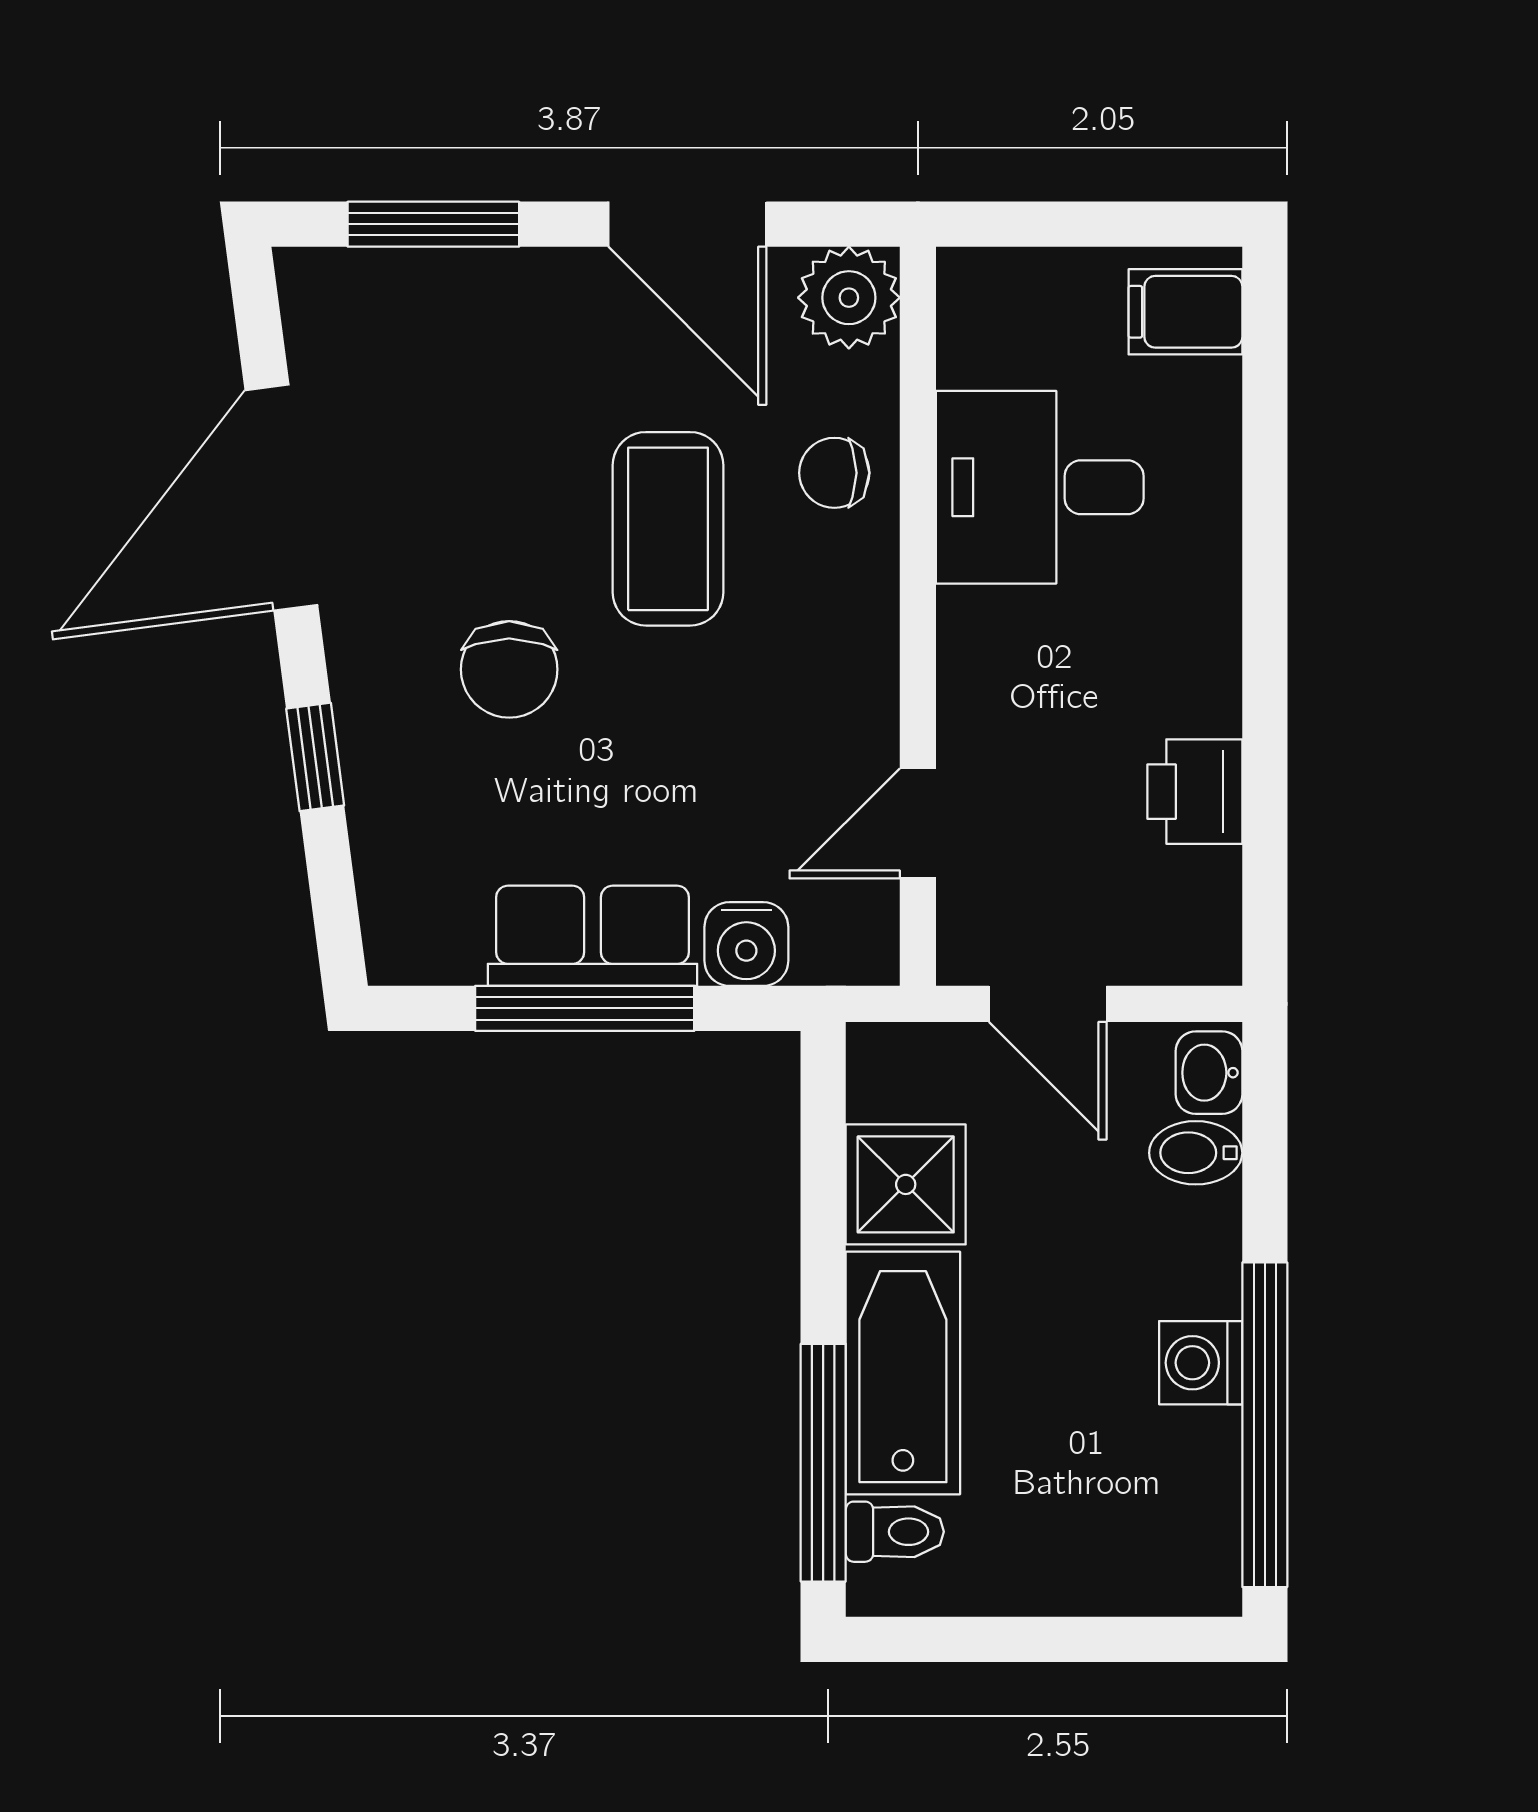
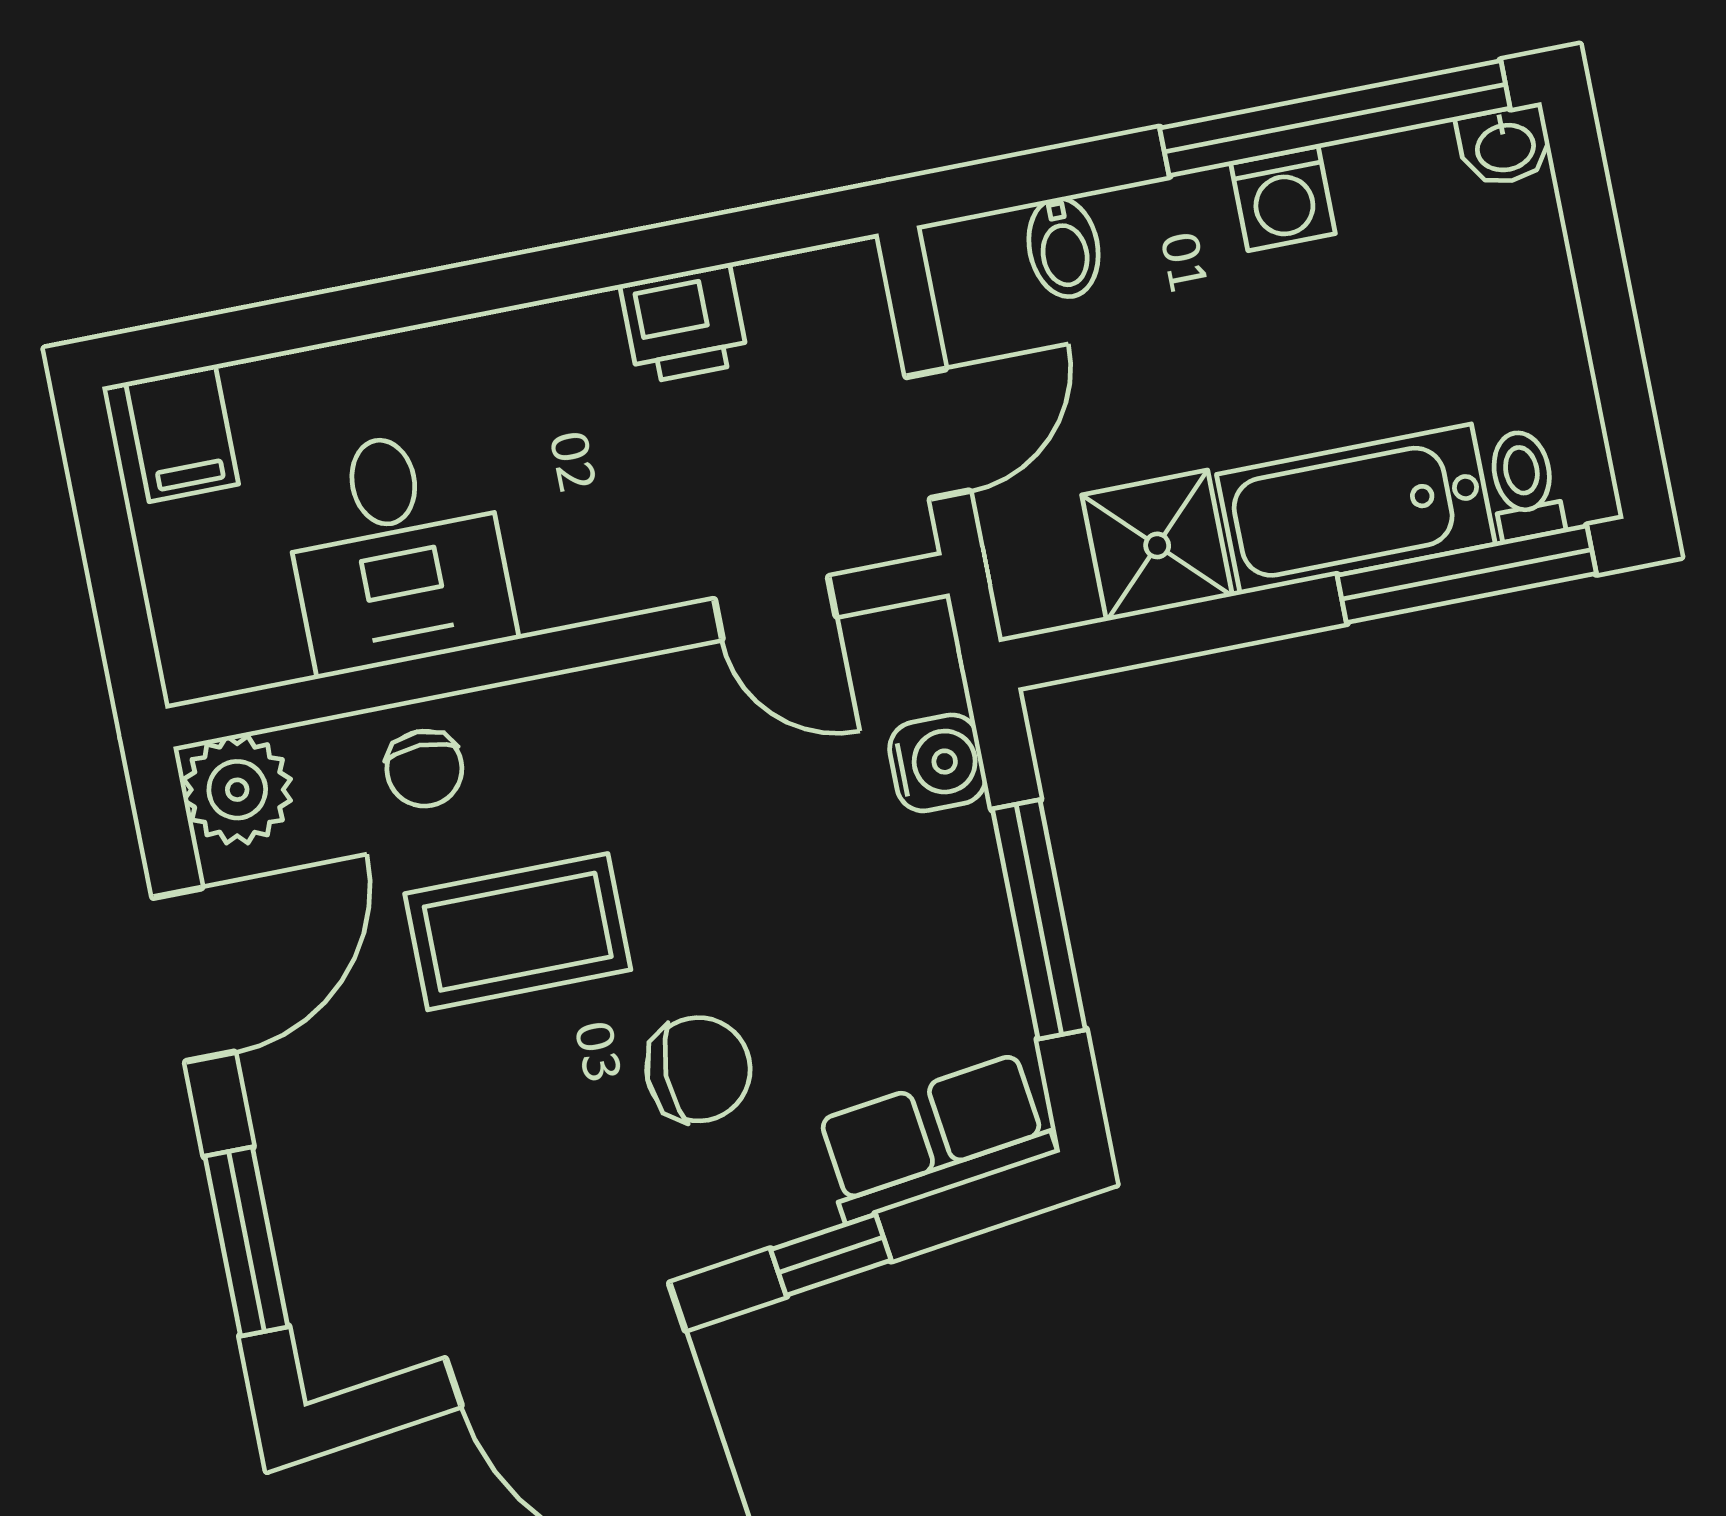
row of seats: (593, 936) -> (935, 1138), moved, turned 83
washbasin: (1209, 1073) -> (1505, 145), moved

